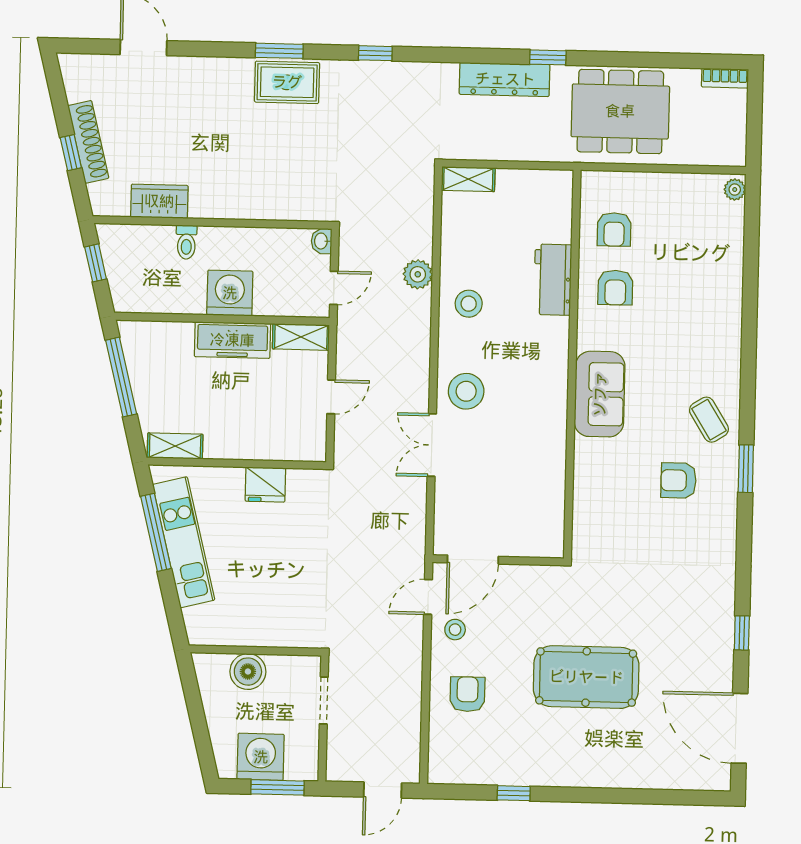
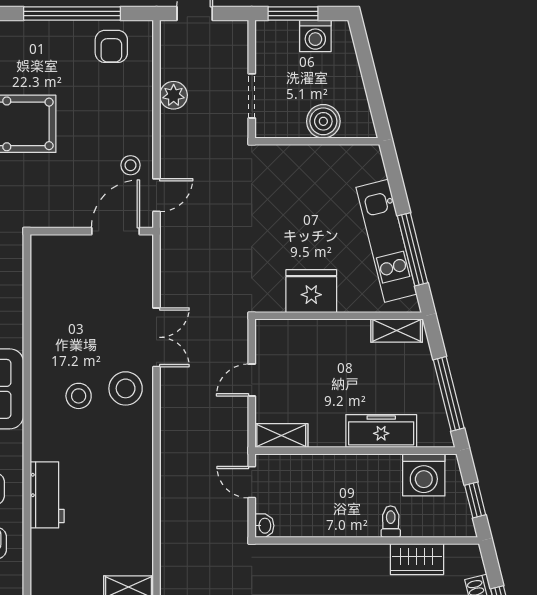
plant: (418, 274) -> (174, 95), moved
door: (334, 288) -> (252, 482), hinge flipped
washing machine: (230, 293) -> (424, 475), moved
stool: (469, 304) -> (79, 396), moved
freezer: (232, 340) -> (381, 431), moved
fridge: (265, 485) -> (311, 291), width x1.36, depth x1.34
armchair: (467, 694) -> (111, 46), moved
washing machine: (261, 757) -> (315, 36), width x0.73, depth x0.73
window: (514, 793) -> (72, 14), width x3.17

